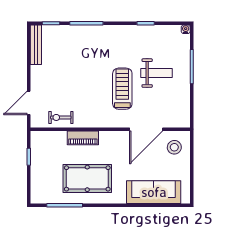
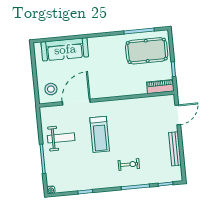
bench: (36, 45) -> (175, 149), moved
weight bench: (157, 73) -> (61, 138), moved, turned 180
exercise bike: (61, 117) -> (129, 164), moved
piano: (83, 138) -> (160, 87), moved
pool table: (87, 178) -> (147, 51), moved

